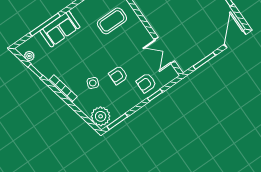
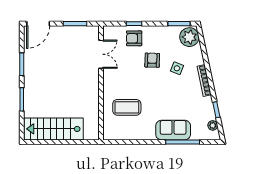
armchair: (118, 75) -> (152, 60), turned -88
armchair: (146, 83) -> (134, 38), turned 180

